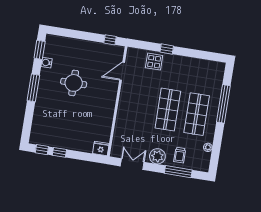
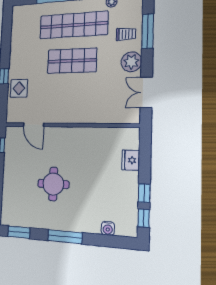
water cooler: (46, 63) -> (108, 228), moved
shop shelf: (197, 114) -> (73, 25), width x1.40
fridge: (101, 149) -> (131, 160), moved

